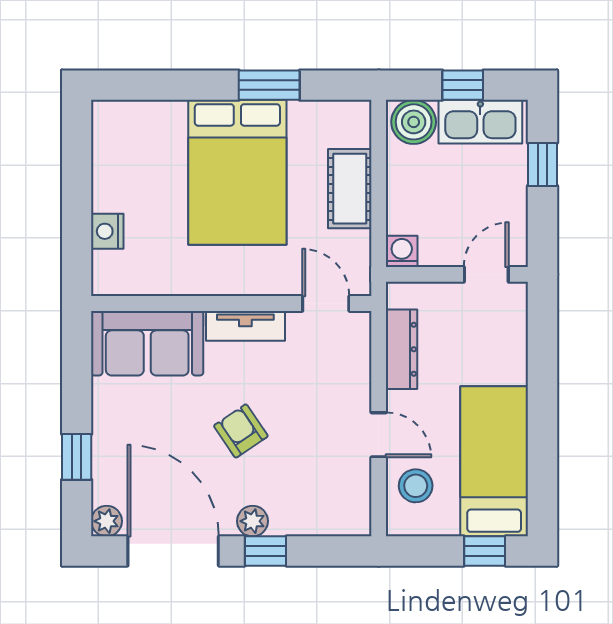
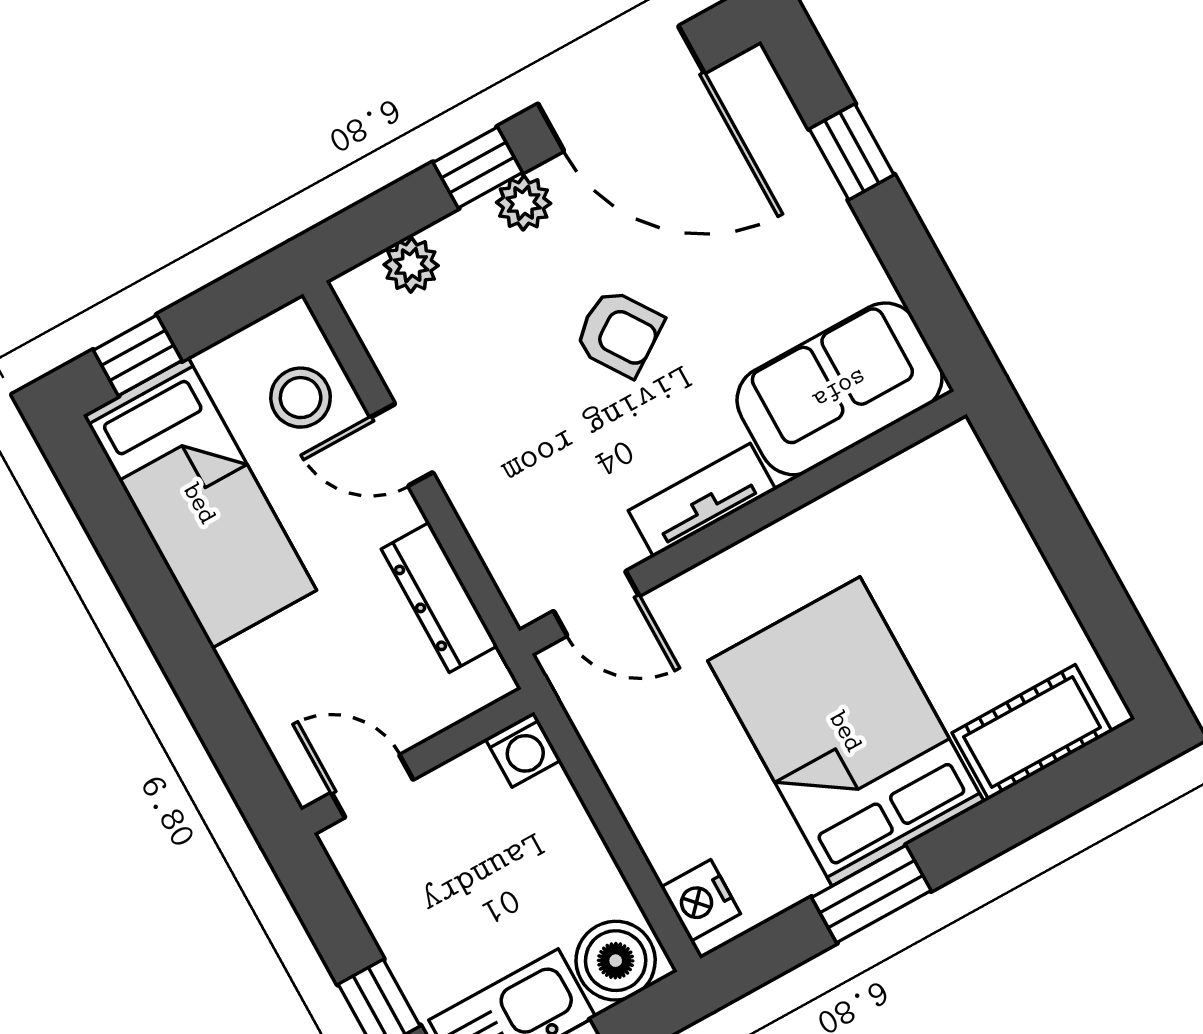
cot: (350, 189) -> (1032, 732), moved, turned 90
nightstand: (107, 231) -> (701, 900), moved, turned 180
door: (486, 274) -> (372, 786), swing flipped
plant: (107, 521) -> (411, 265), moved

